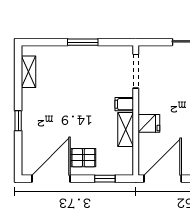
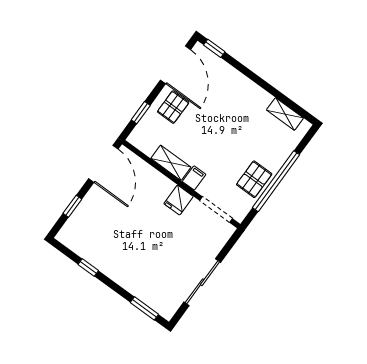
window: (83, 42) -> (276, 181), width x2.11
pallet: (93, 59) -> (254, 179), added
window: (18, 121) -> (214, 48), moved
fridge: (149, 123) -> (179, 200), moved

